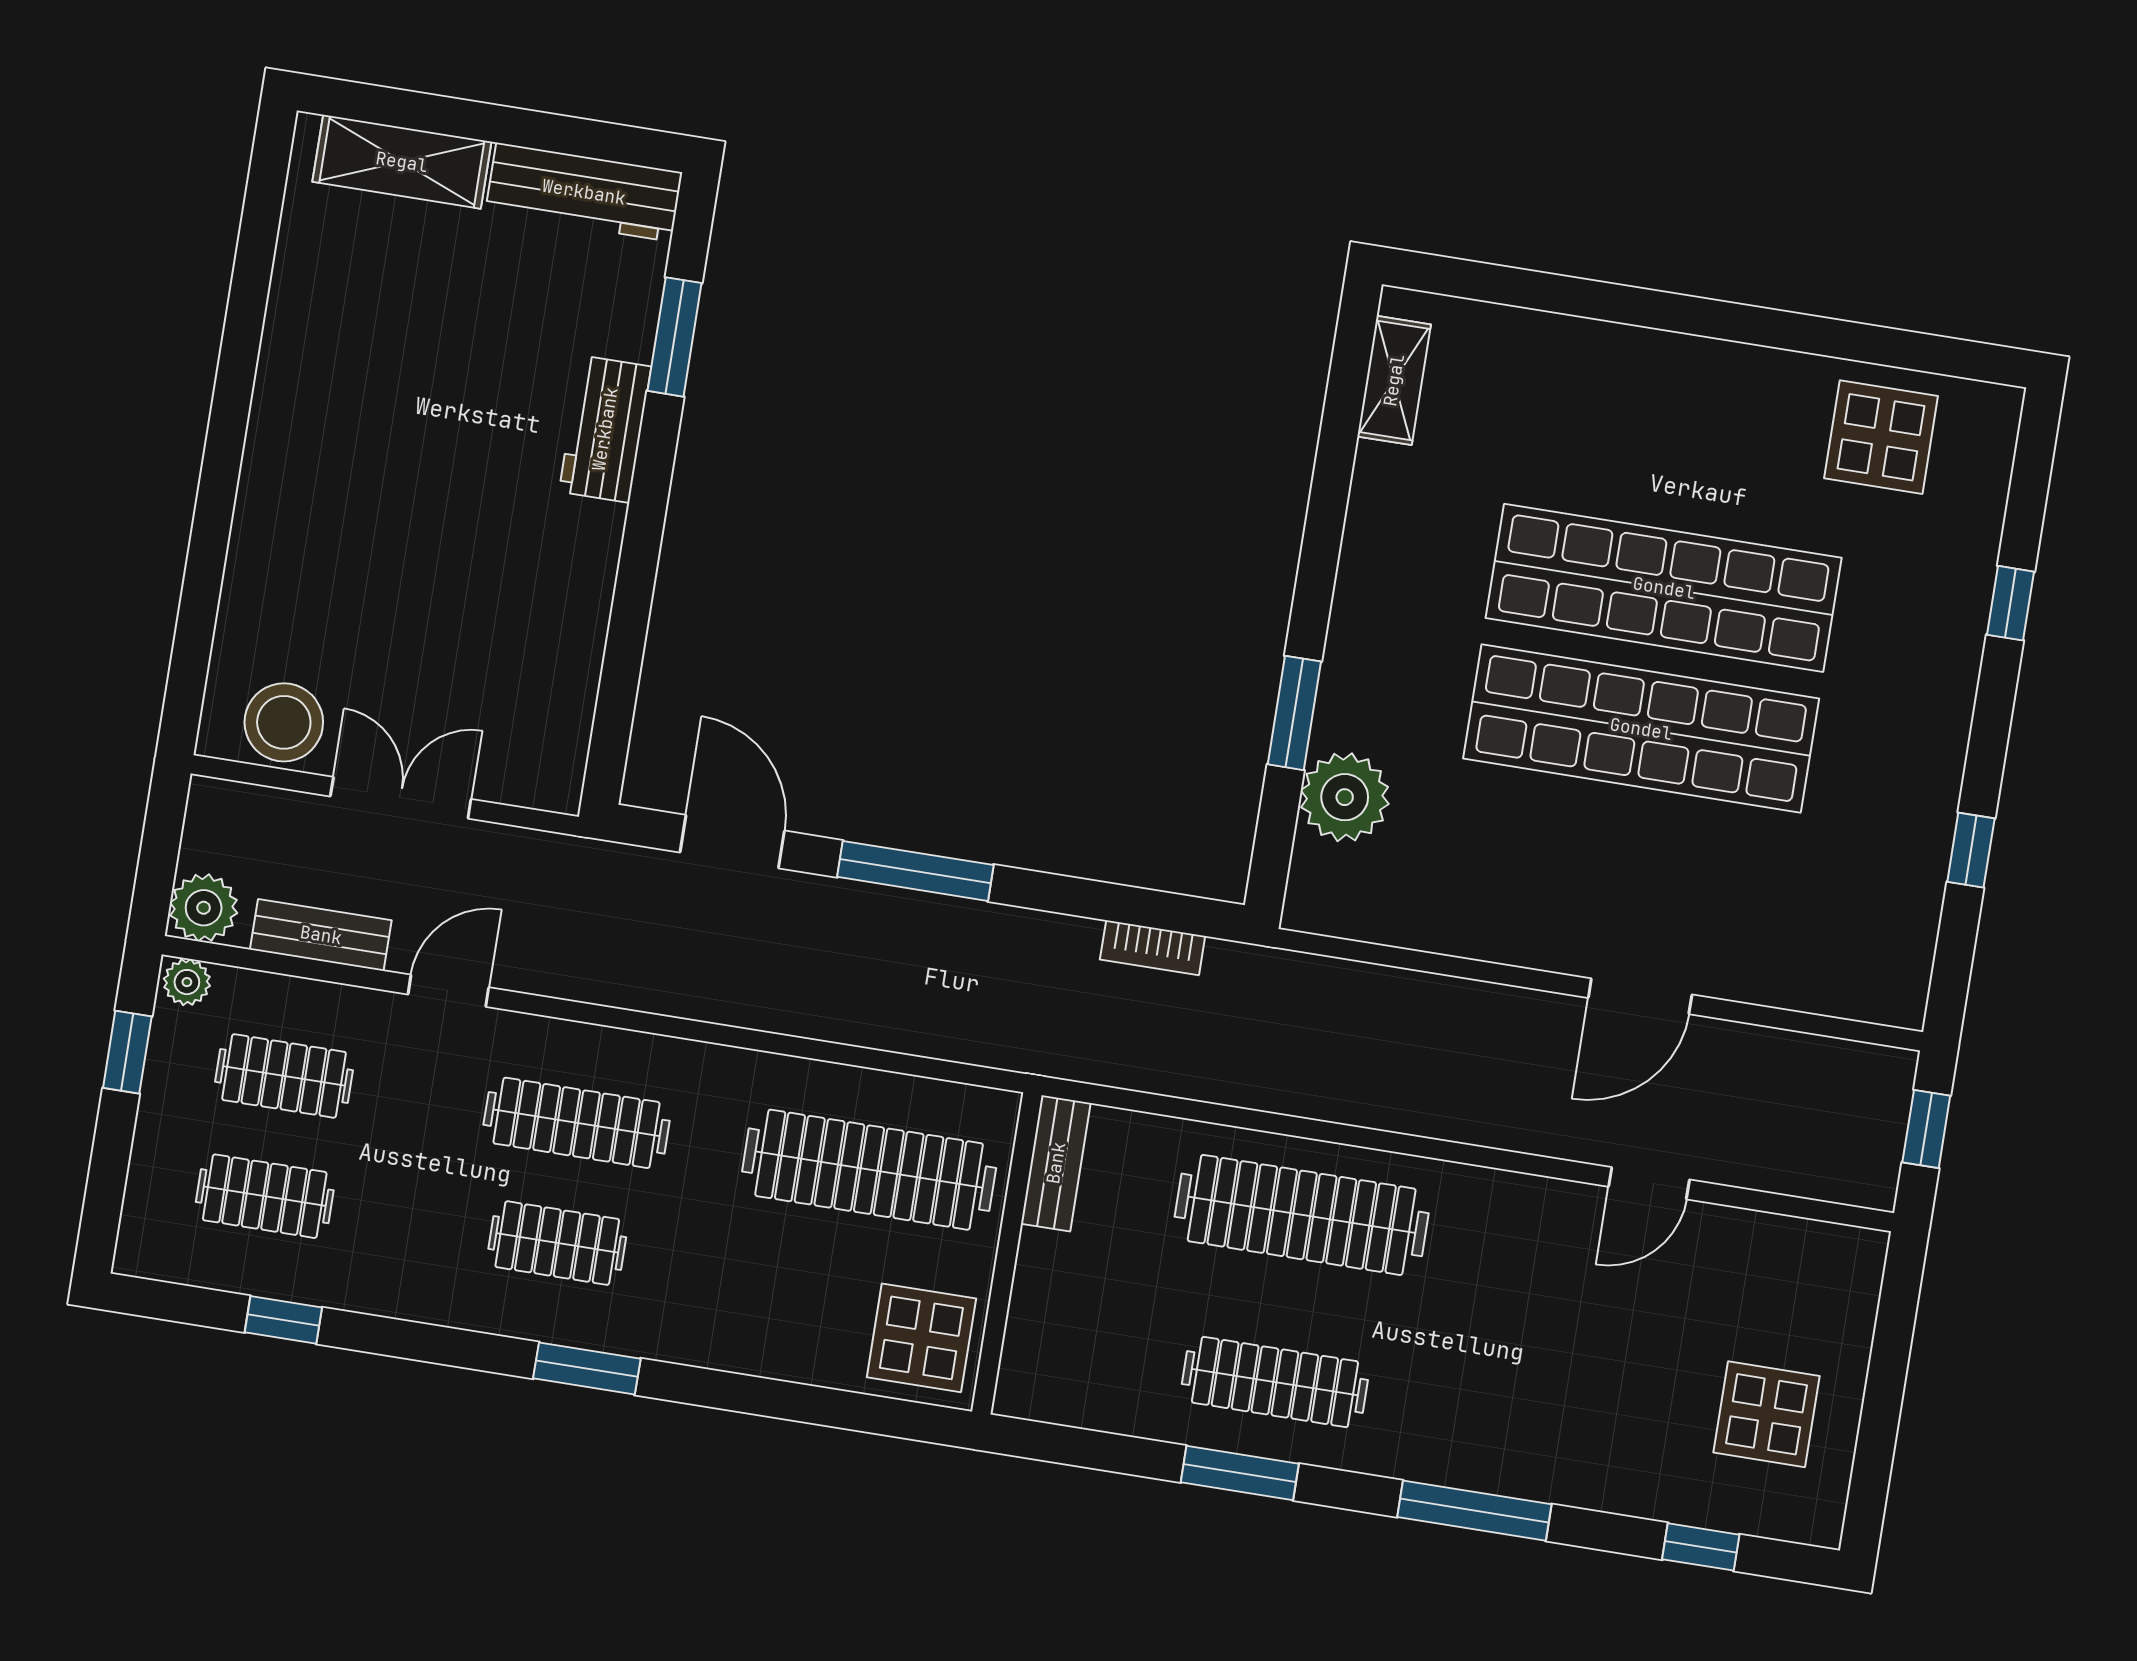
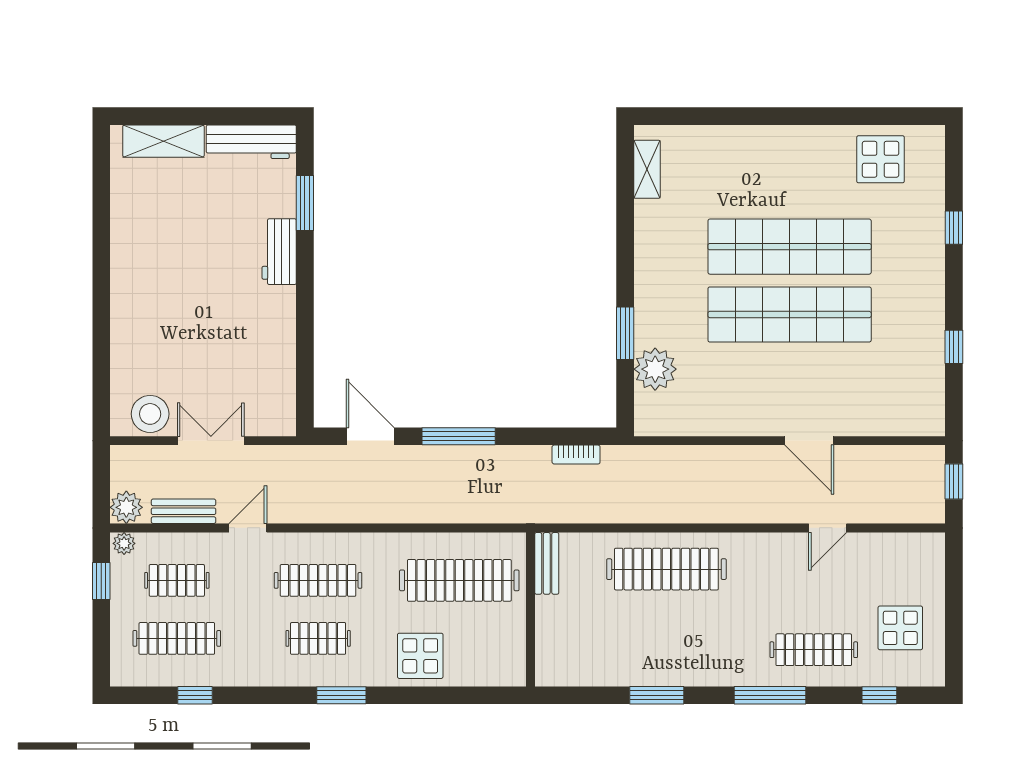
door: (1640, 996) -> (809, 441), hinge flipped
clothes rail: (265, 1196) -> (177, 638), width x1.36
display table: (921, 1338) -> (420, 656), moved
clothes rail: (1275, 1382) -> (814, 650), moved

